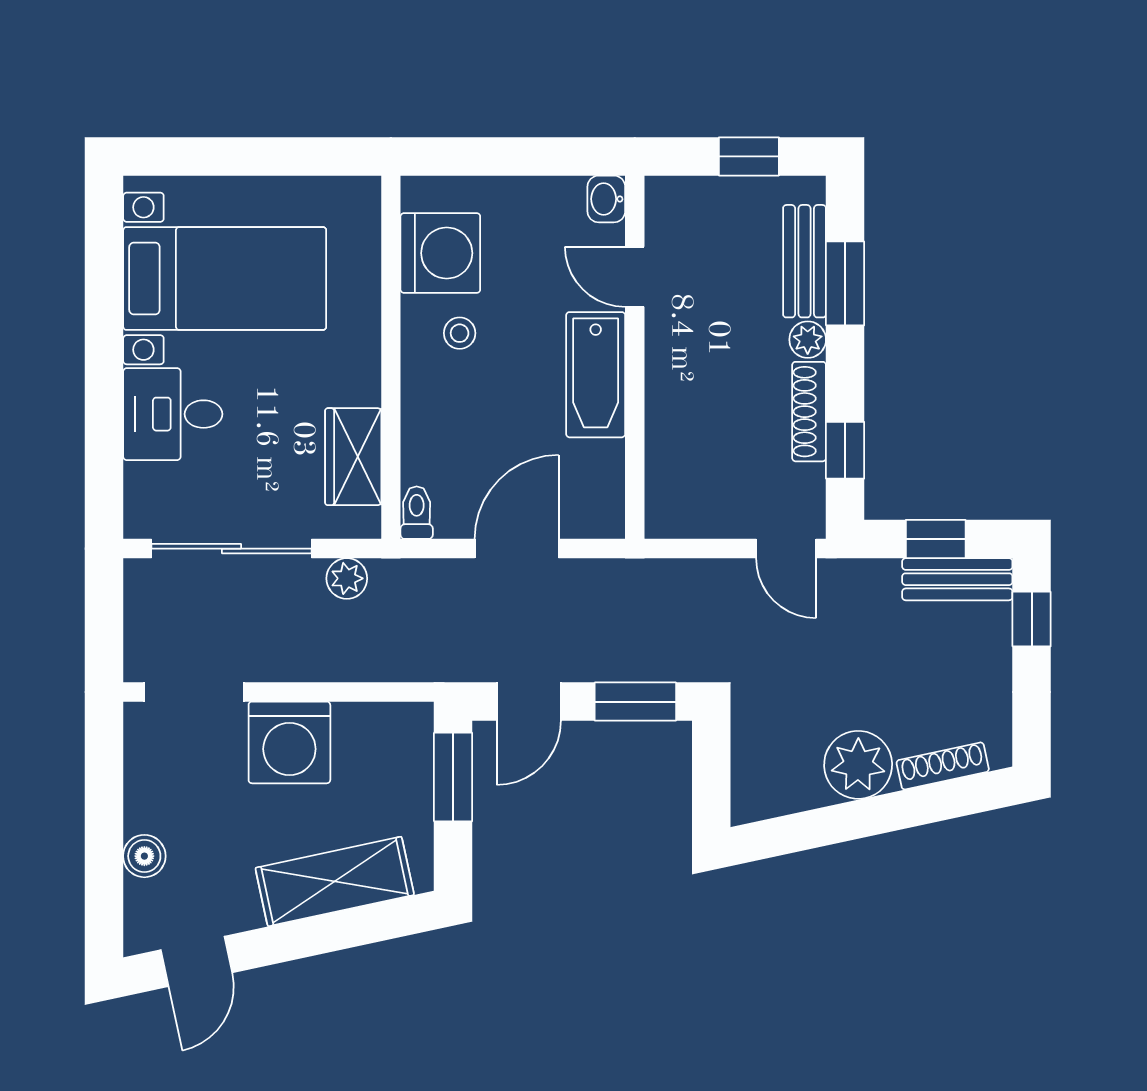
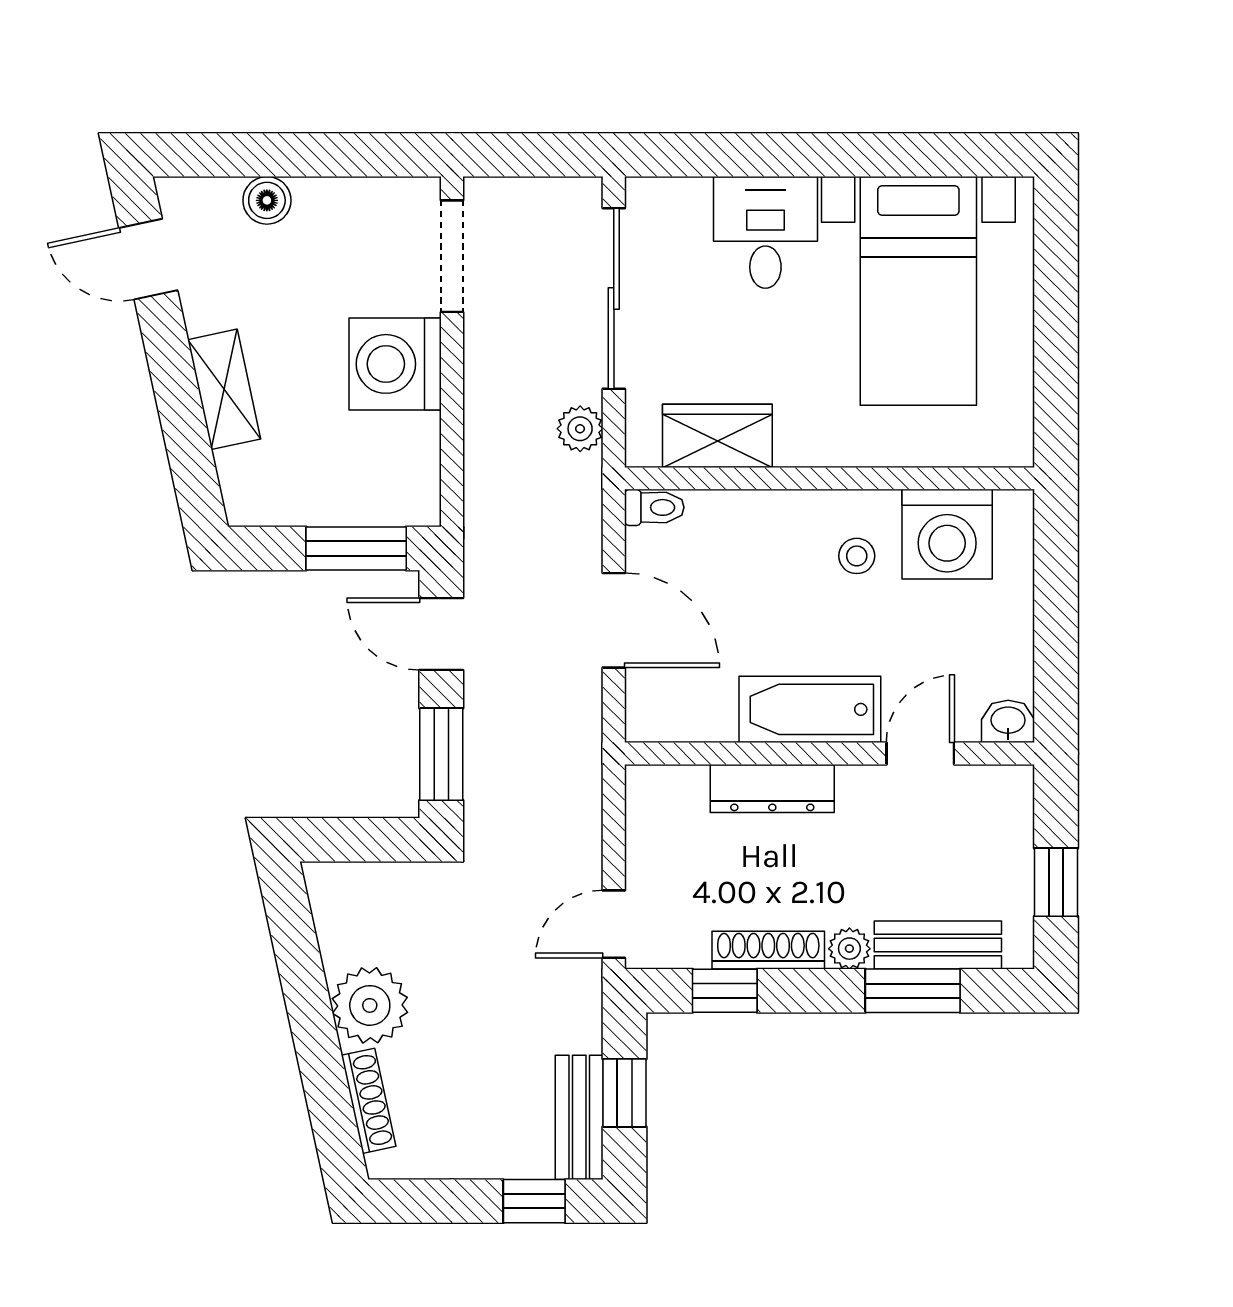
dresser: (666, 408) -> (772, 789), added
shelving: (335, 881) -> (224, 389), width x0.67, depth x0.75

